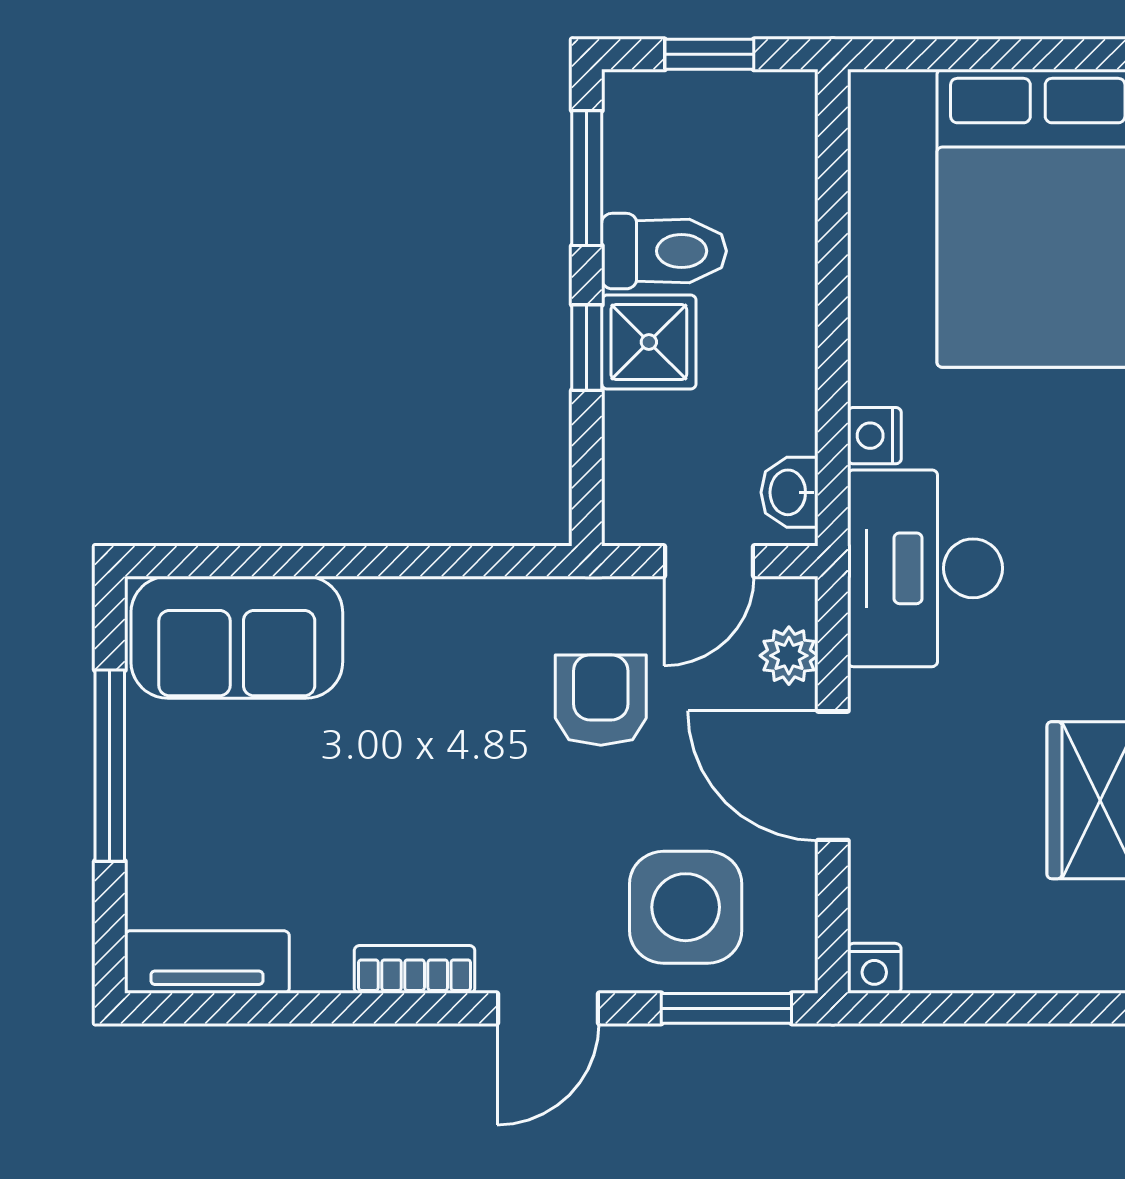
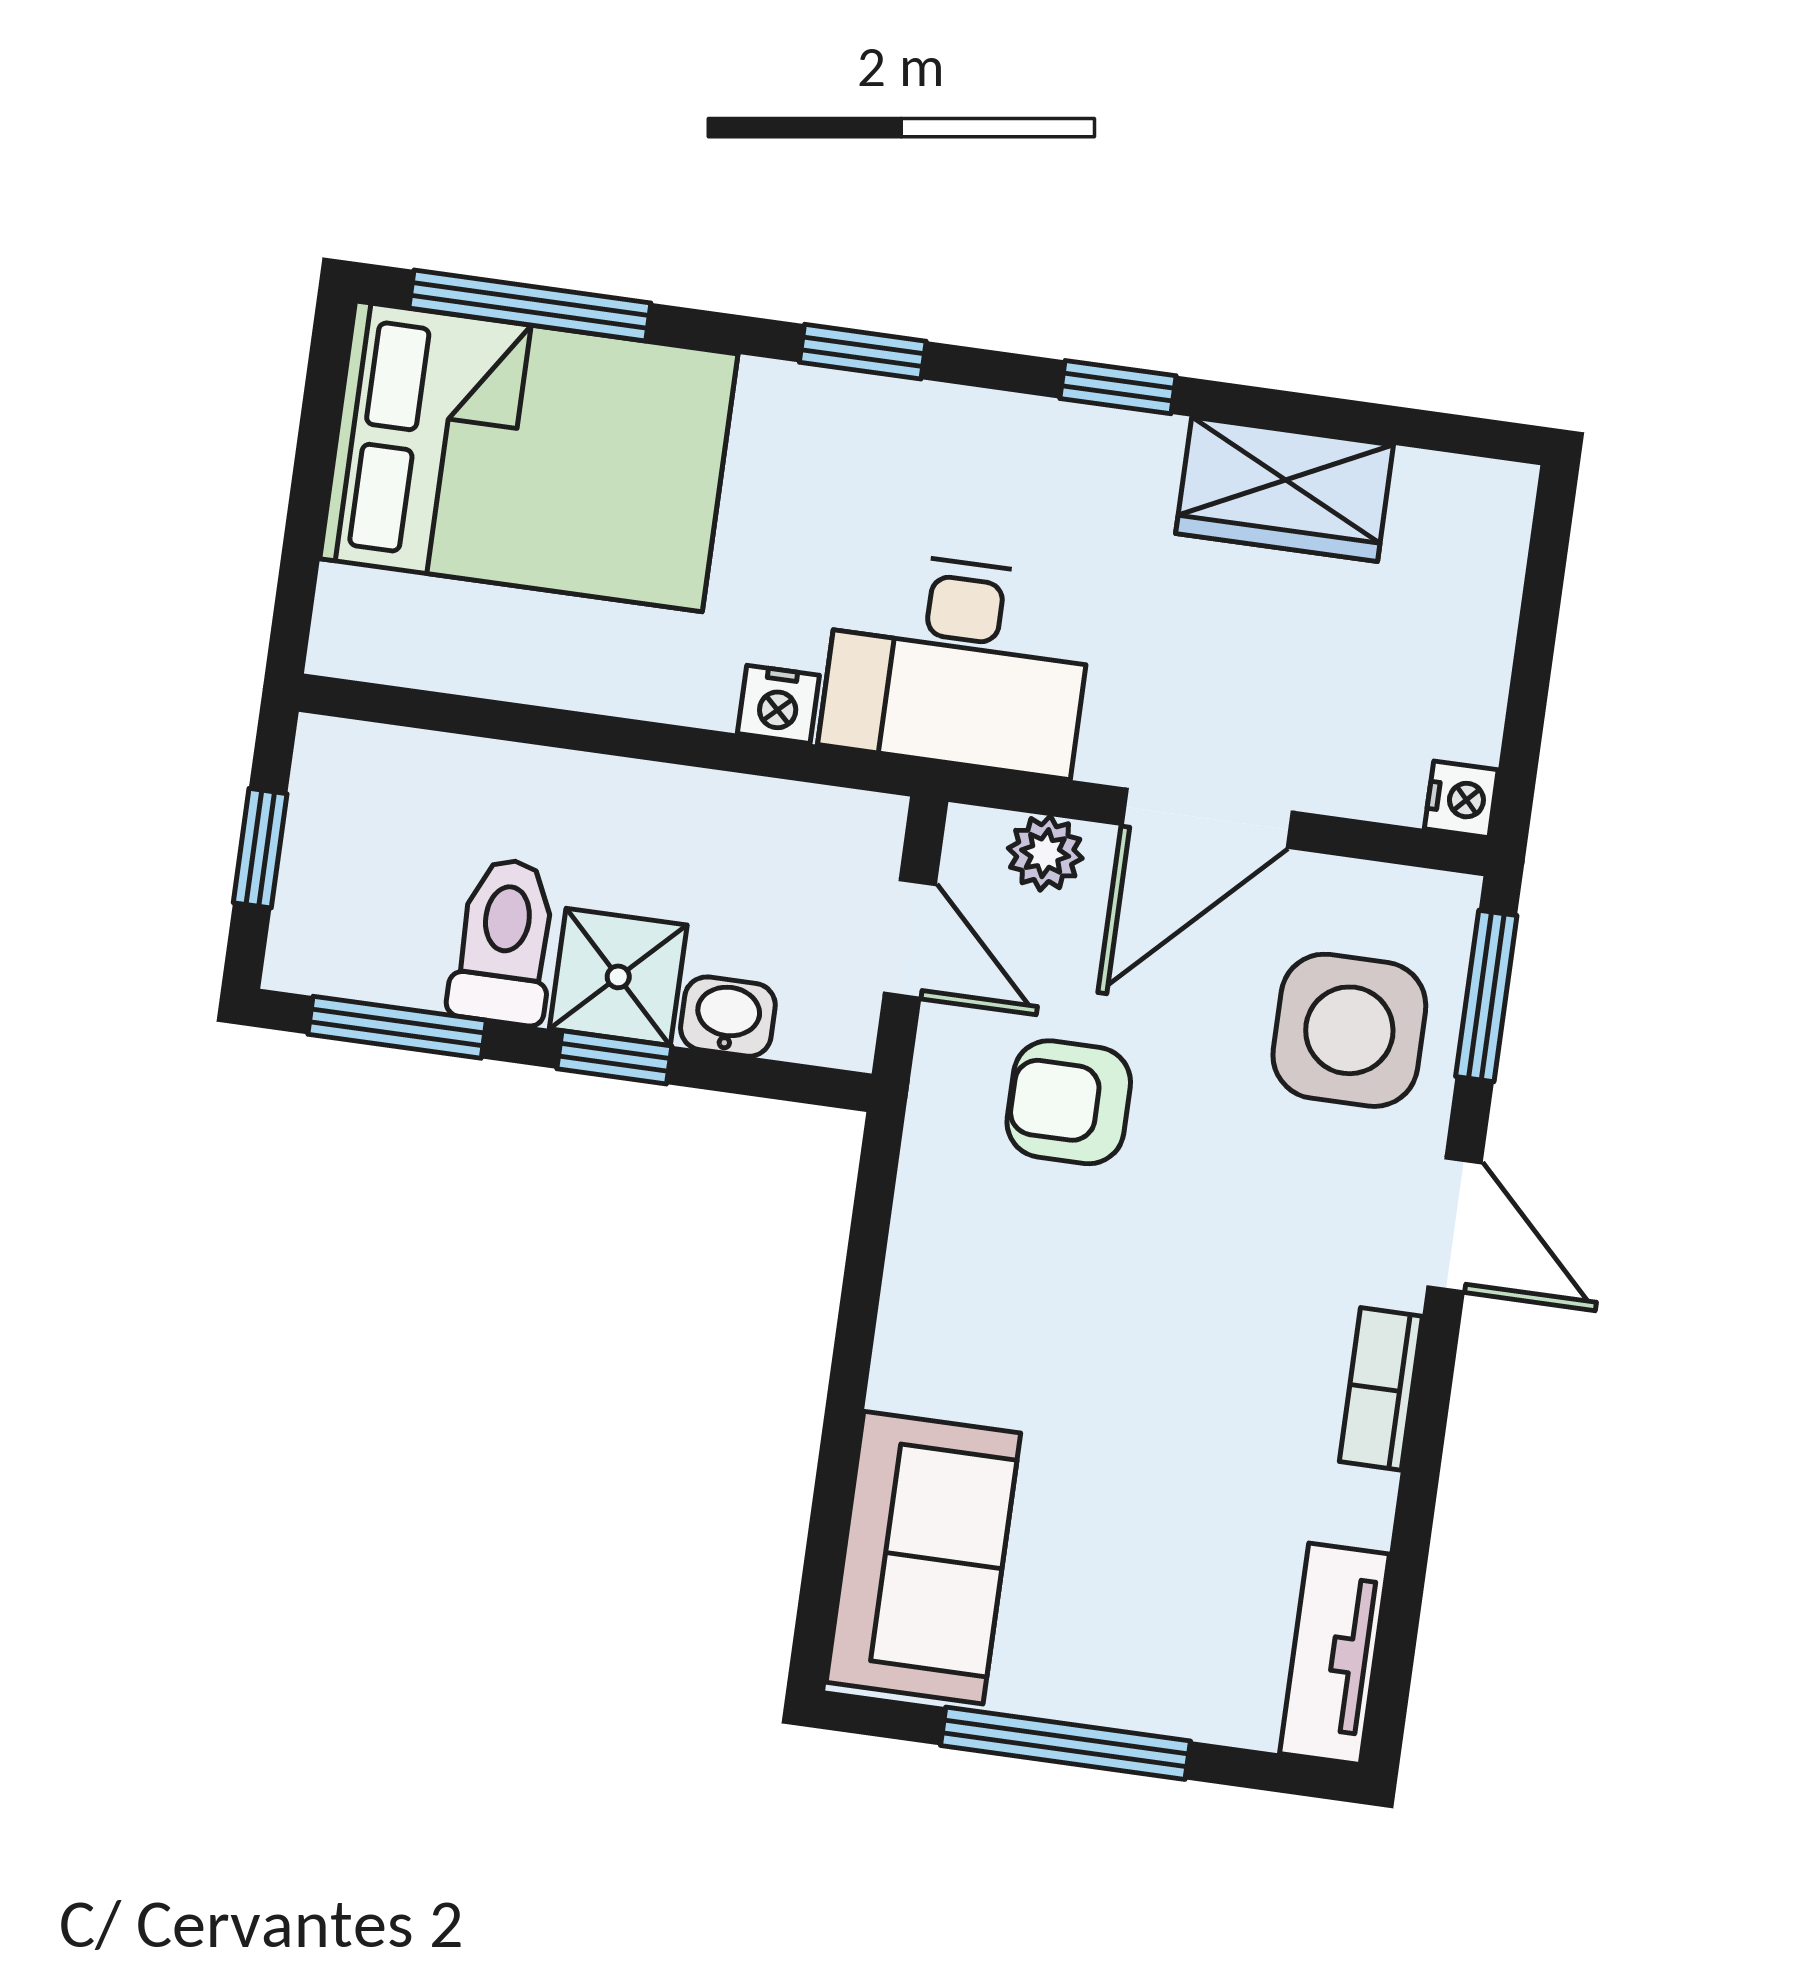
washbasin: (789, 492) -> (728, 1017), moved, turned 180

